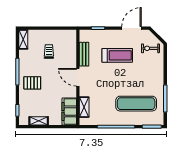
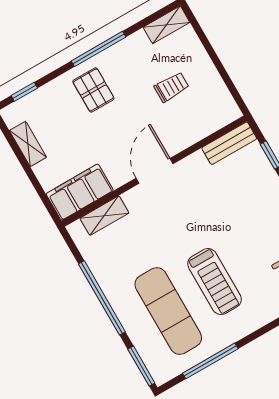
bench: (84, 54) -> (229, 143), moved
treadmill: (117, 55) -> (215, 282), moved

